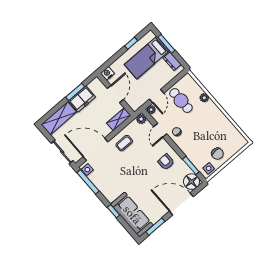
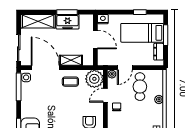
door: (115, 94) -> (95, 39), hinge flipped
shelving: (119, 119) -> (71, 60), moved
plant: (141, 119) -> (94, 79), width x1.87, depth x1.87

